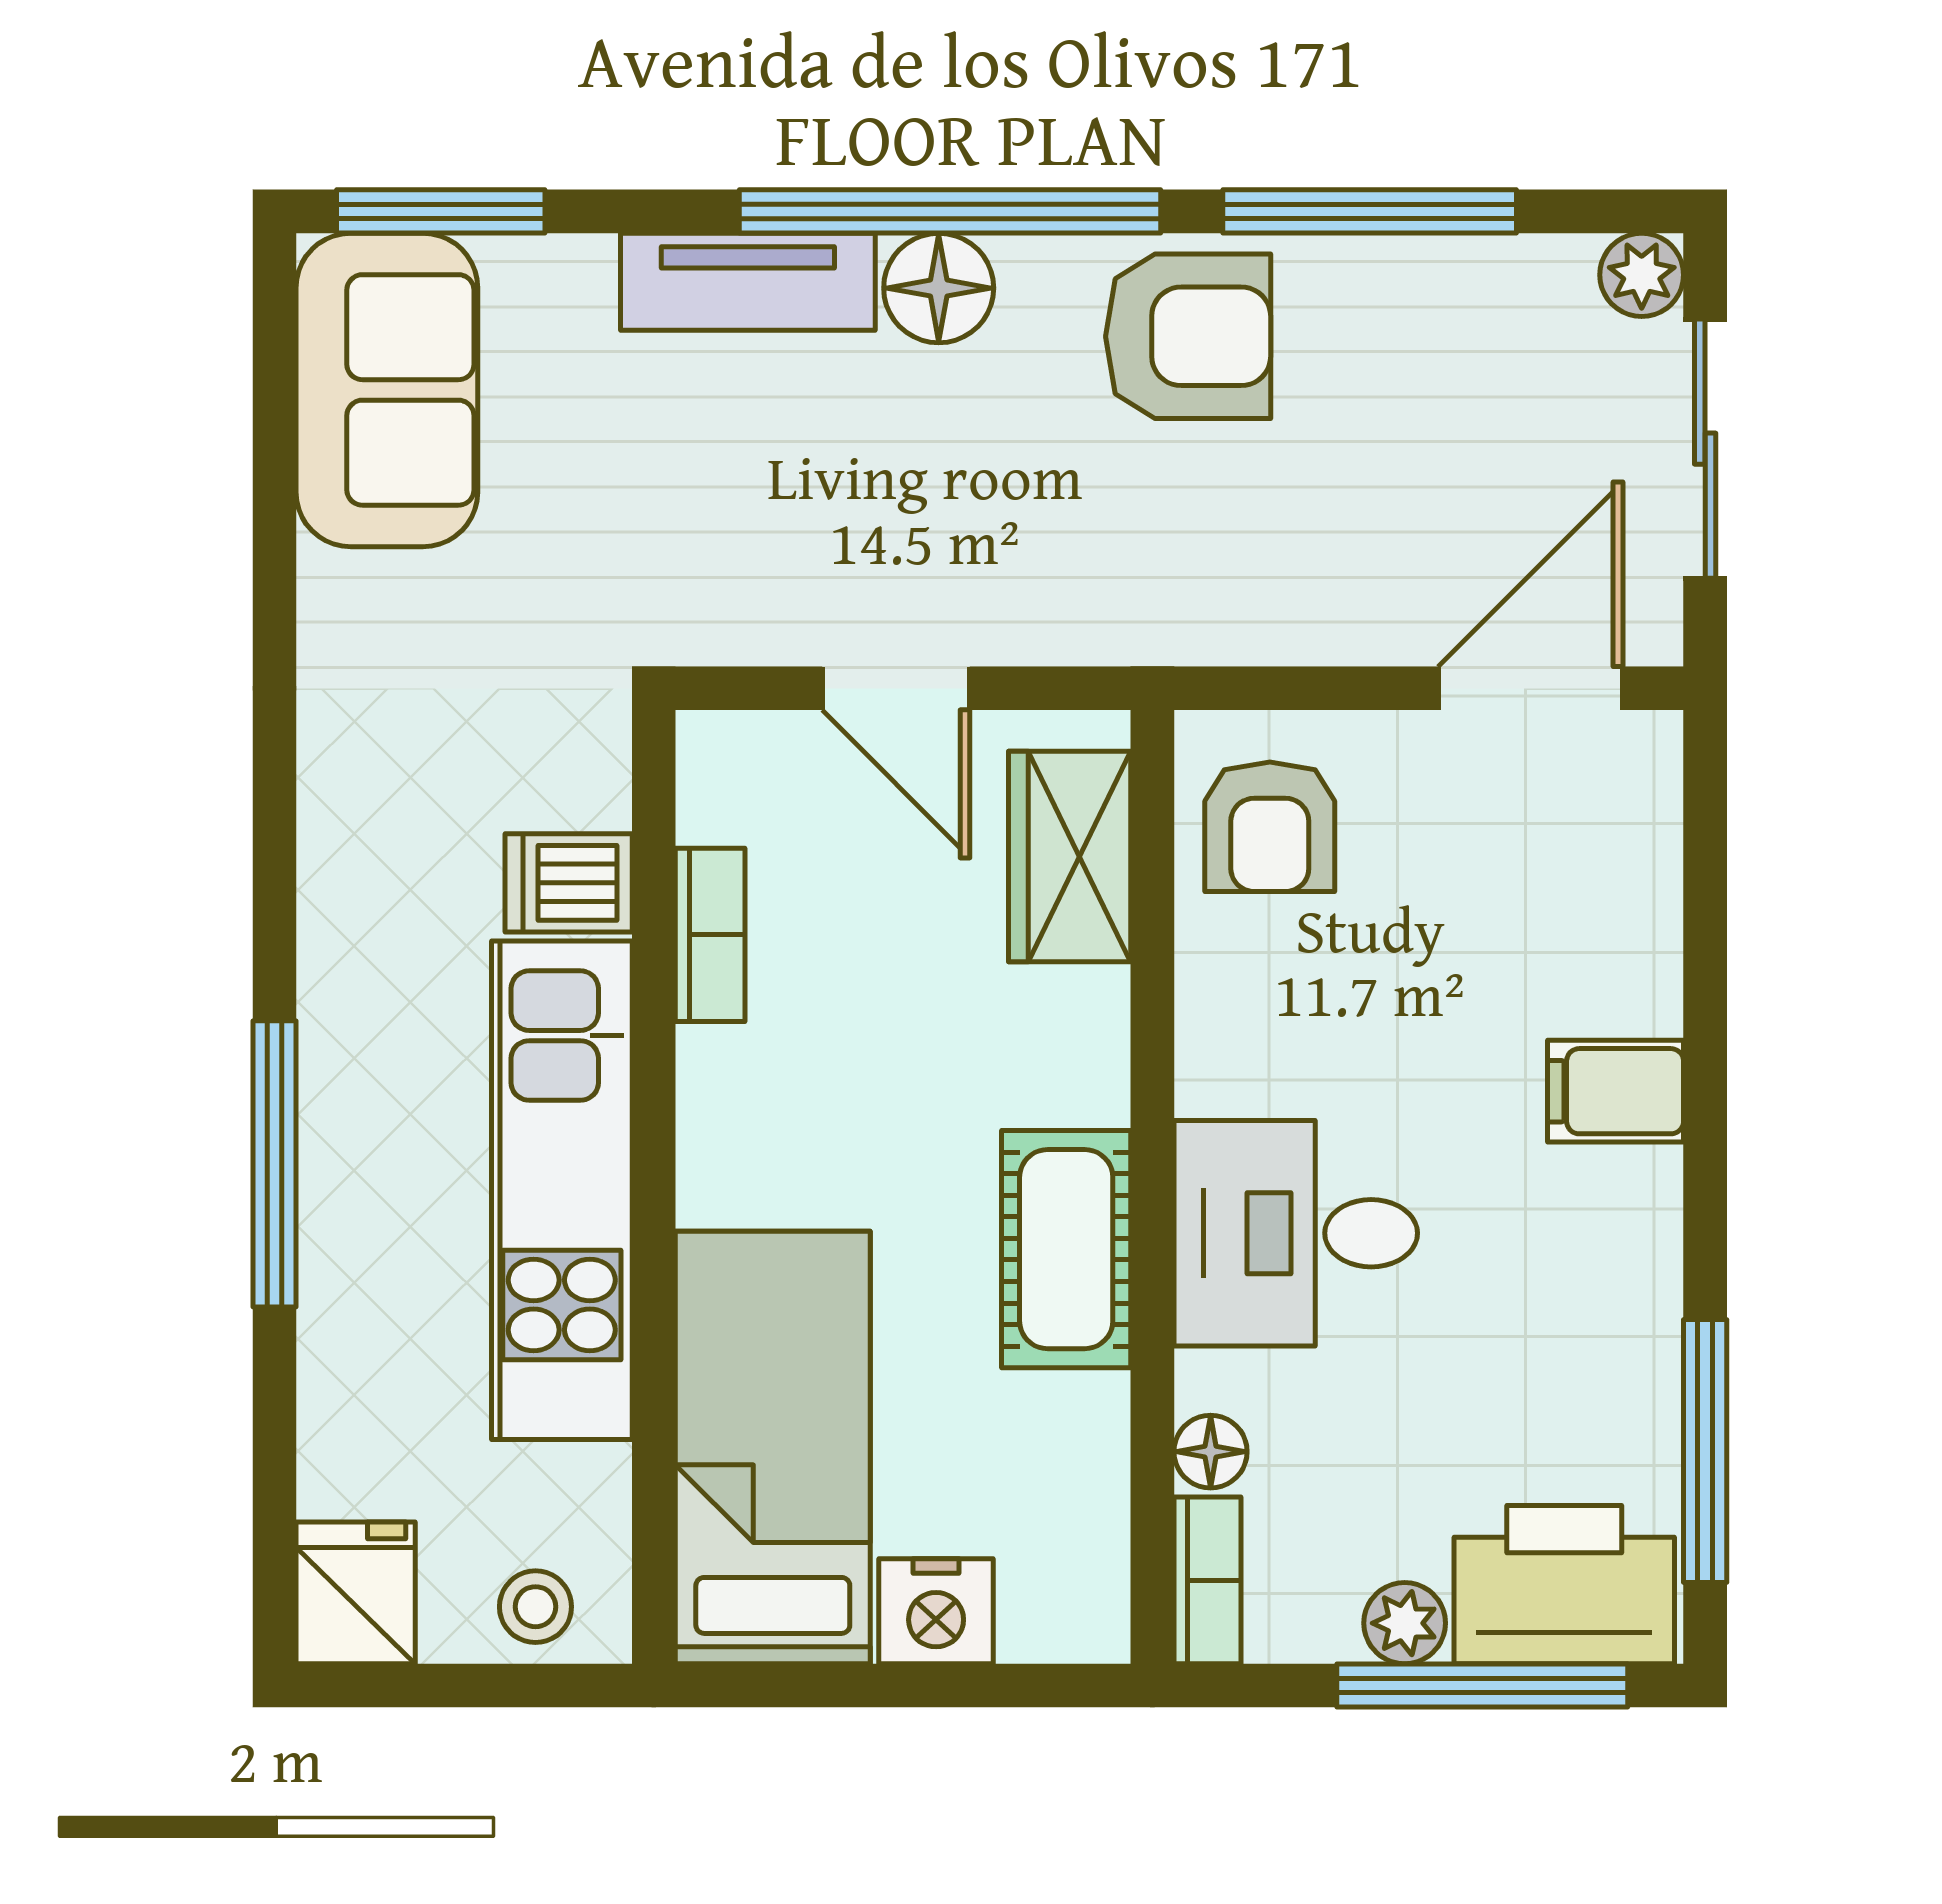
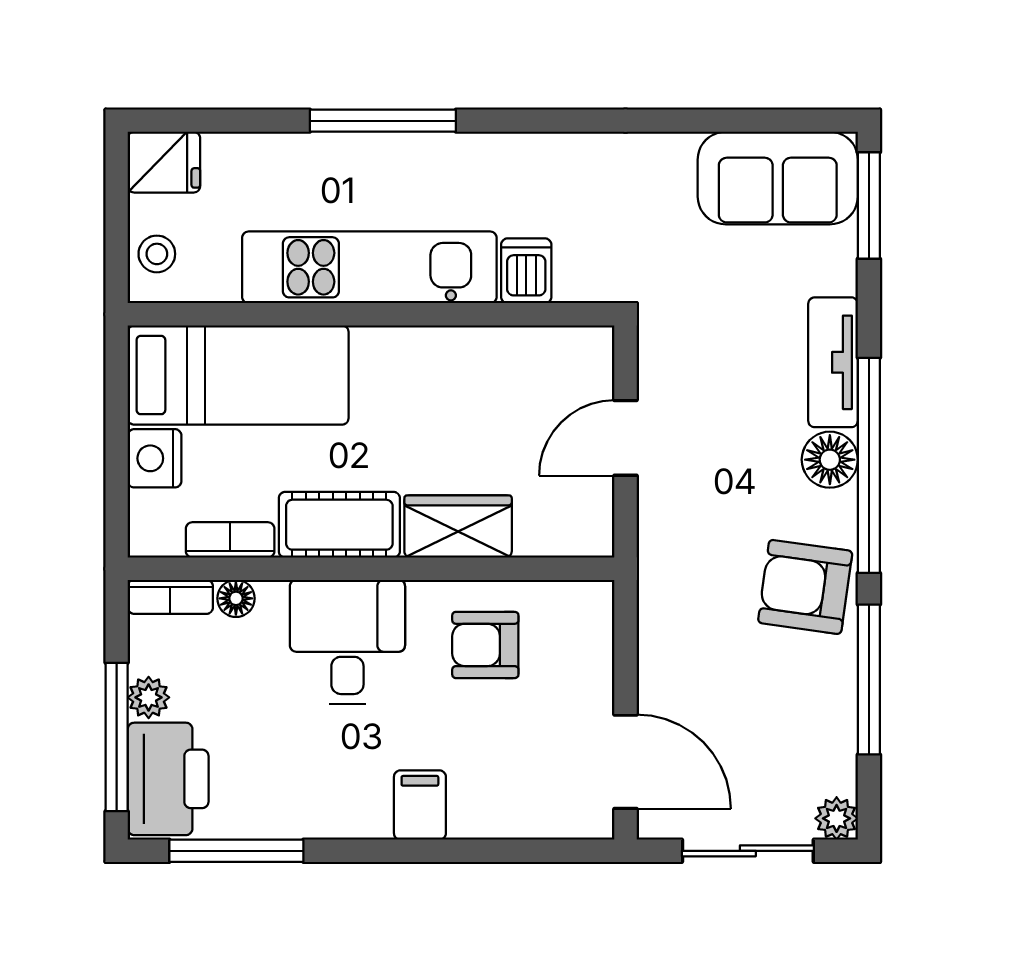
armchair: (1188, 336) -> (805, 587), turned 98
armchair: (1270, 827) -> (485, 645), moved
wardrobe: (1070, 856) -> (458, 526), moved
bookcase: (710, 935) -> (230, 540), moved, turned 180

